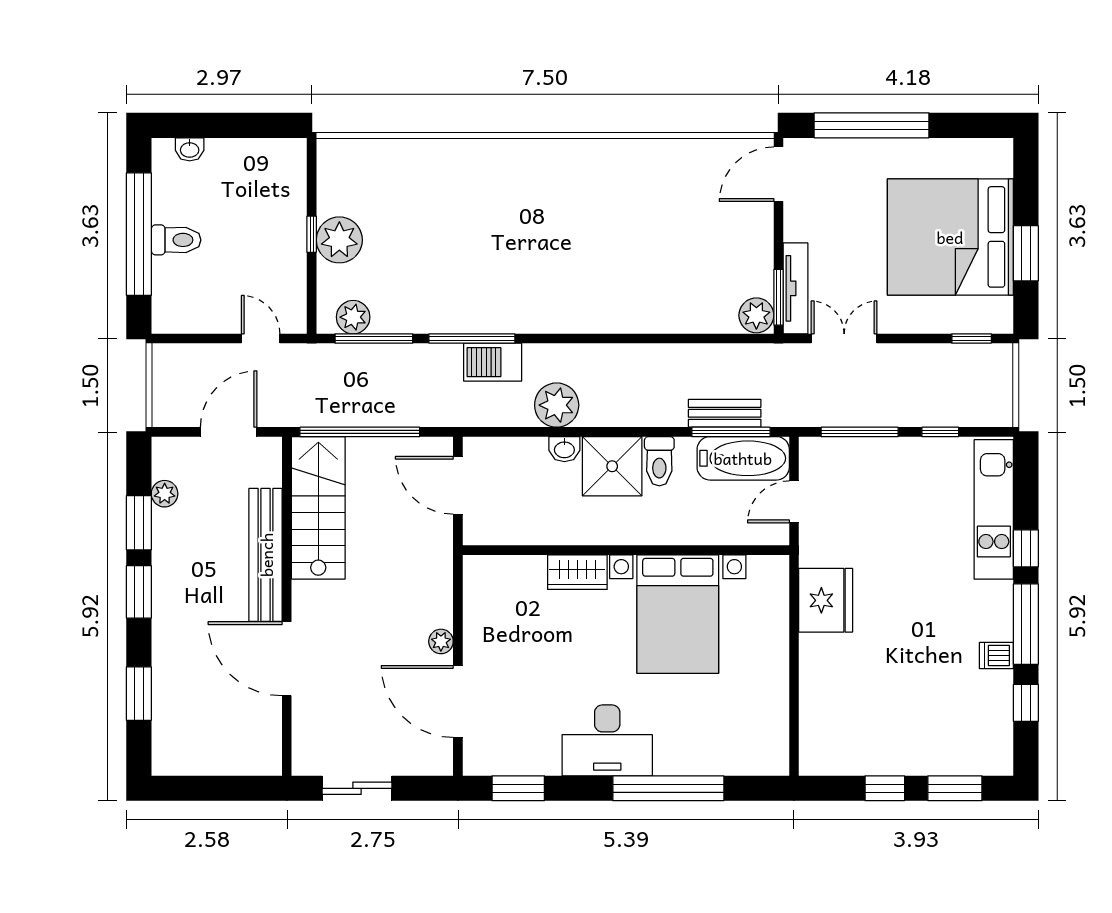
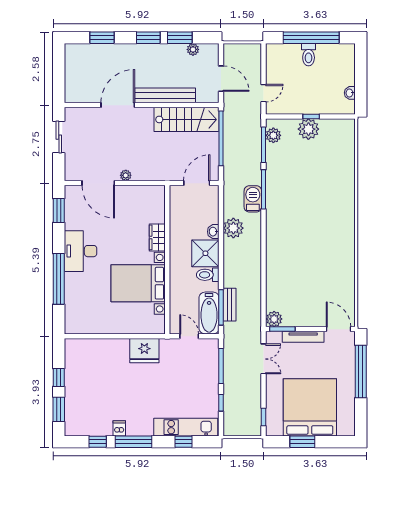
washbasin: (190, 149) -> (350, 93), moved
tv unit: (795, 288) -> (303, 337), moved
window: (1026, 548) -> (184, 442), moved
door: (458, 701) -> (98, 183), swing flipped

